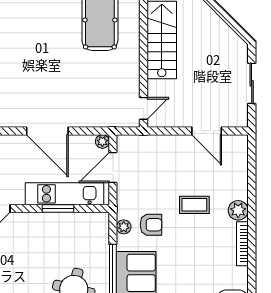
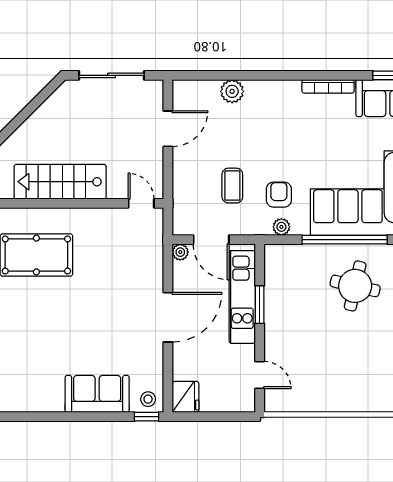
sliding door: (252, 83) -> (112, 75), width x1.37
coffee table: (194, 205) -> (232, 186), moved
plant: (238, 210) -> (232, 91), moved
bookcase: (242, 244) -> (328, 86), moved

